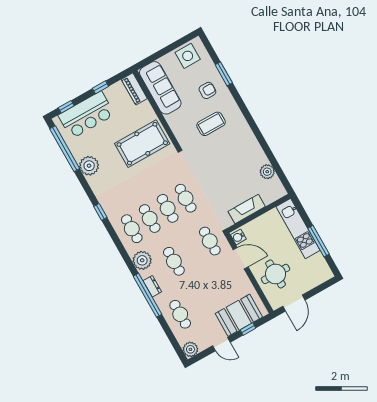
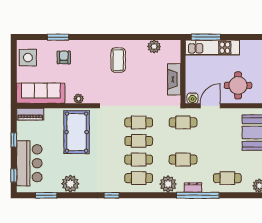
coffee table: (211, 124) -> (118, 60), moved
plant: (176, 127) -> (79, 99), added
window: (65, 149) -> (46, 195), width x0.47
window: (319, 241) -> (206, 37), moved

